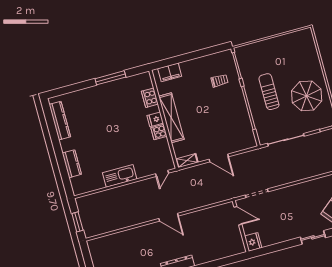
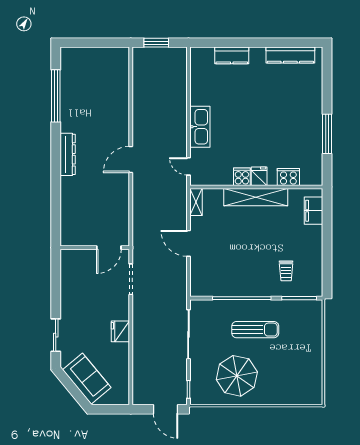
door: (219, 158) -> (188, 243), hinge flipped
kitchen sink: (120, 176) -> (200, 127), moved
fridge: (253, 242) -> (120, 331), moved, turned 90

